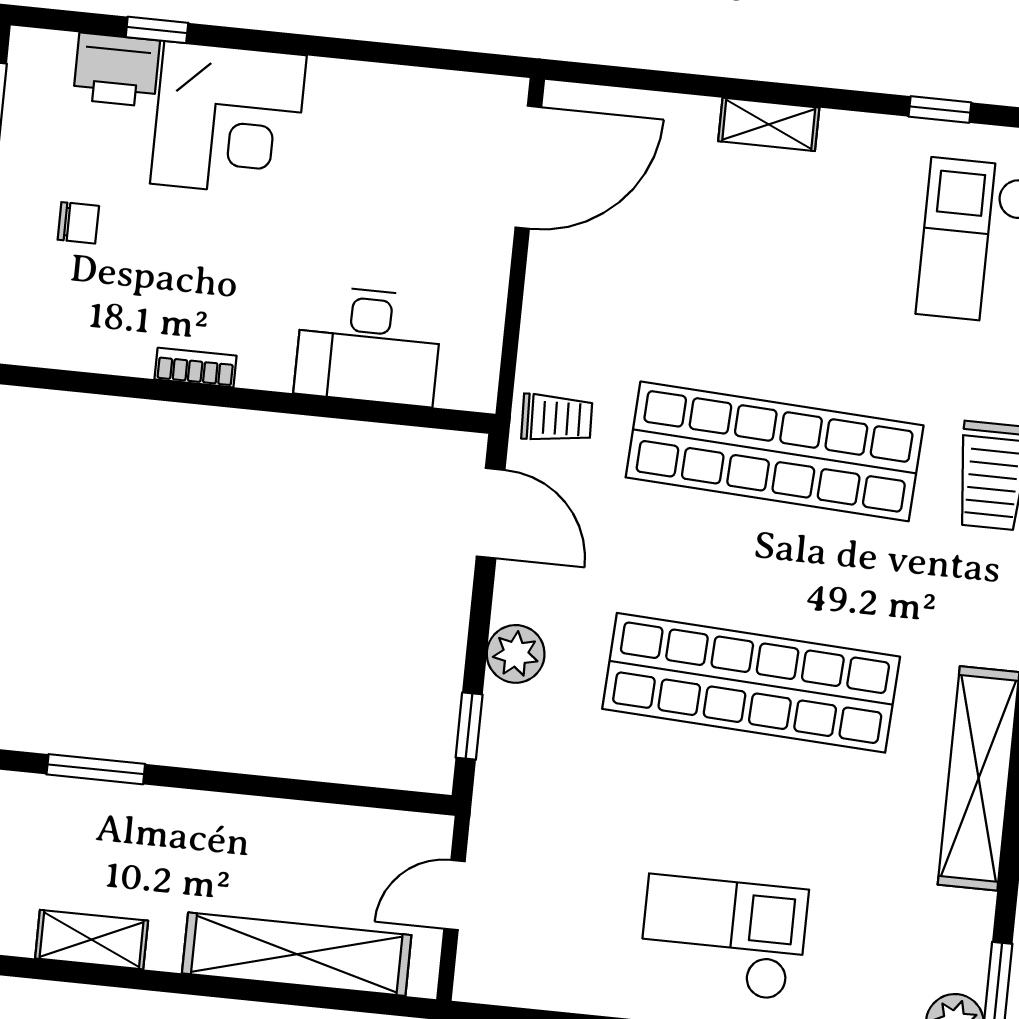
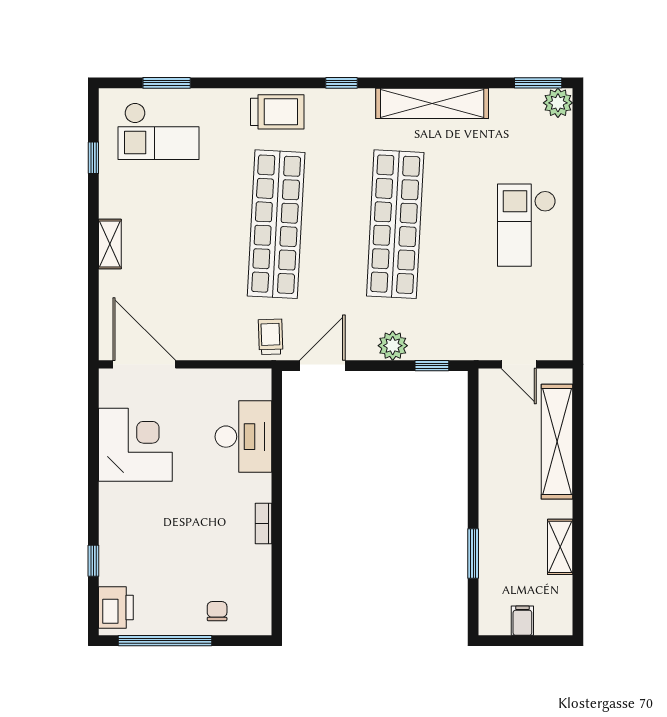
printer: (116, 70) -> (116, 607), moved
corner desk: (228, 120) -> (135, 445), moved
chair: (78, 223) -> (217, 611), moved

